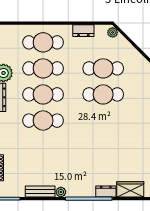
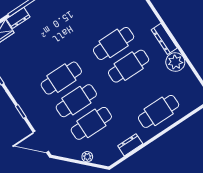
plant: (113, 32) -> (87, 157), moved
cafe table: (43, 68) -> (61, 78), moved

